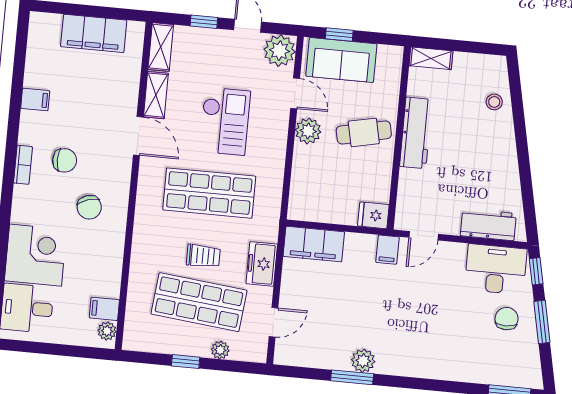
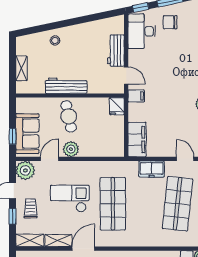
shelving: (431, 58) -> (21, 68), moved
stool: (494, 102) -> (55, 41), moved
workbench: (488, 225) -> (116, 51), moved
trolley: (203, 256) -> (31, 208), moved

